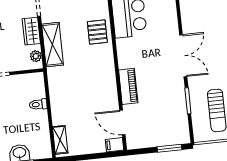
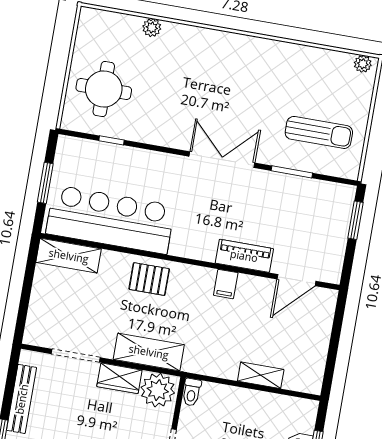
plant: (36, 56) -> (158, 390), width x1.88, depth x1.88
toilet: (38, 104) -> (192, 392), moved
shelving: (60, 140) -> (261, 375), moved
filing cabinet: (114, 145) -> (226, 284), moved

